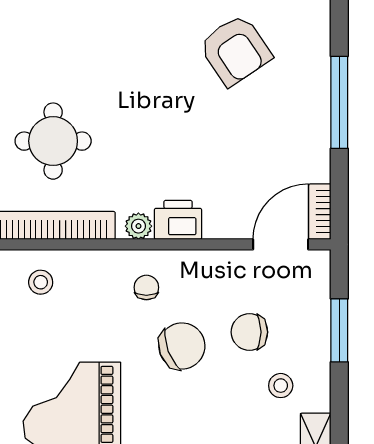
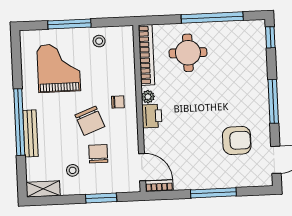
armchair: (235, 50) -> (237, 140), turned -146
stool: (41, 282) -> (99, 41), moved

